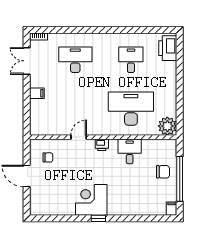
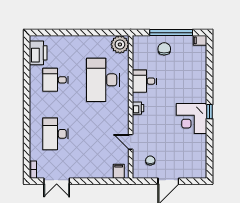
printer: (168, 48) -> (38, 53), moved, turned -90
filing cabinet: (37, 93) -> (119, 171), moved
door: (79, 137) -> (131, 142), moved

